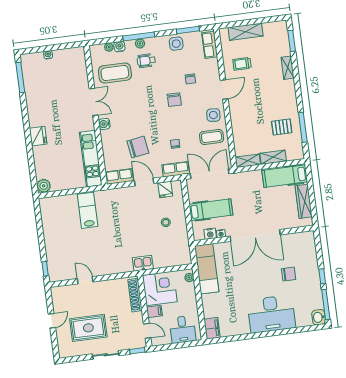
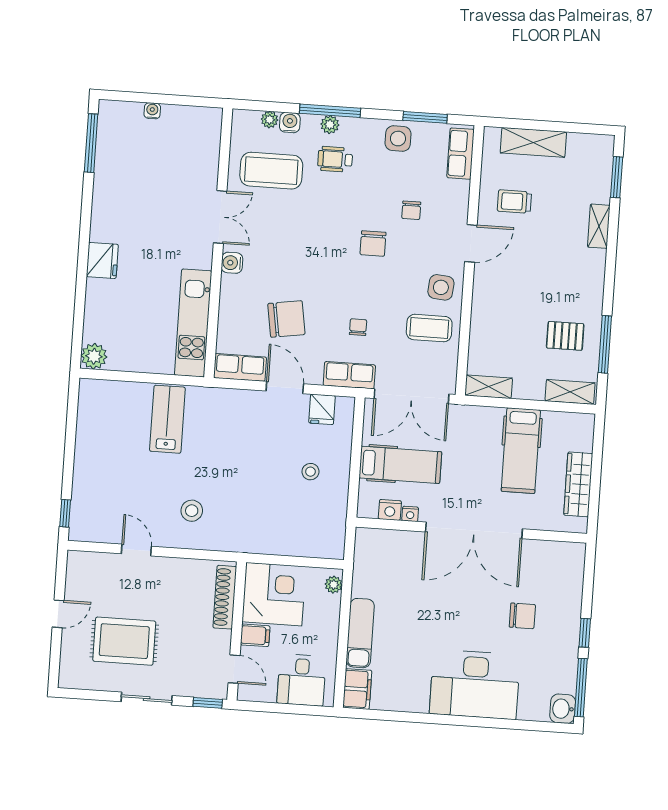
shelving: (273, 157) -> (570, 392), moved
double door: (210, 174) -> (412, 396), swing flipped
hospital bed: (285, 176) -> (521, 451), moved, turned -90
stool: (109, 254) -> (192, 511), added
kitchen sink: (143, 263) -> (252, 540), removed
exam couch: (207, 269) -> (360, 633), moved, width x0.73, depth x0.69

